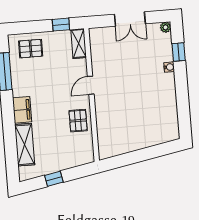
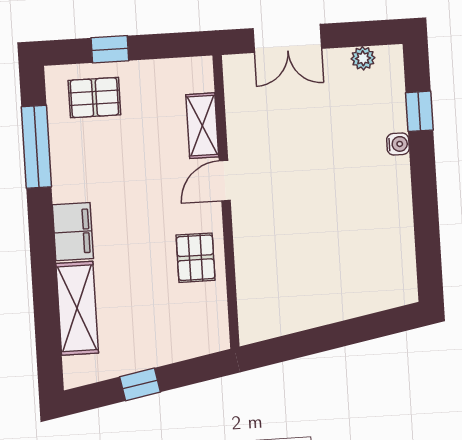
double door: (130, 19) -> (287, 38), moved
window: (61, 25) -> (110, 49), moved
plant: (166, 27) -> (363, 58), moved
shelving: (79, 44) -> (202, 126), moved

